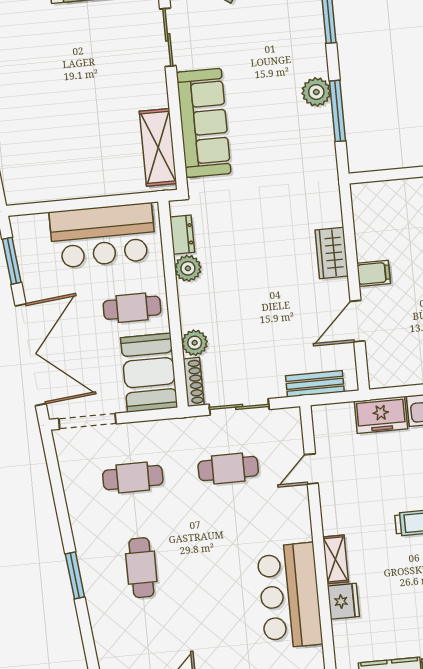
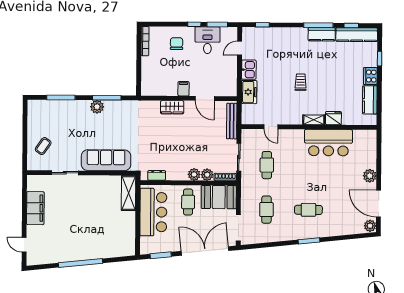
shelving: (158, 147) -> (129, 193), moved, turned 90
plant: (188, 268) -> (194, 174), moved
bench: (315, 384) -> (232, 121), width x1.36

